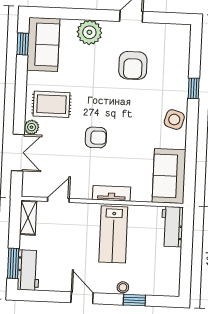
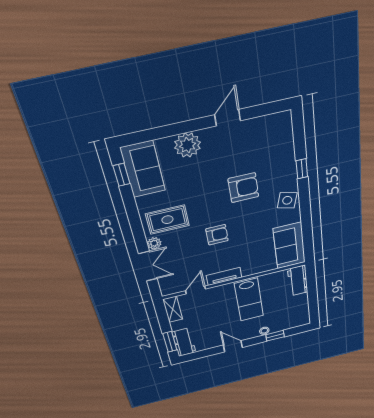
armchair: (133, 65) -> (243, 188), moved, turned -90
tv unit: (112, 193) -> (224, 276), moved

